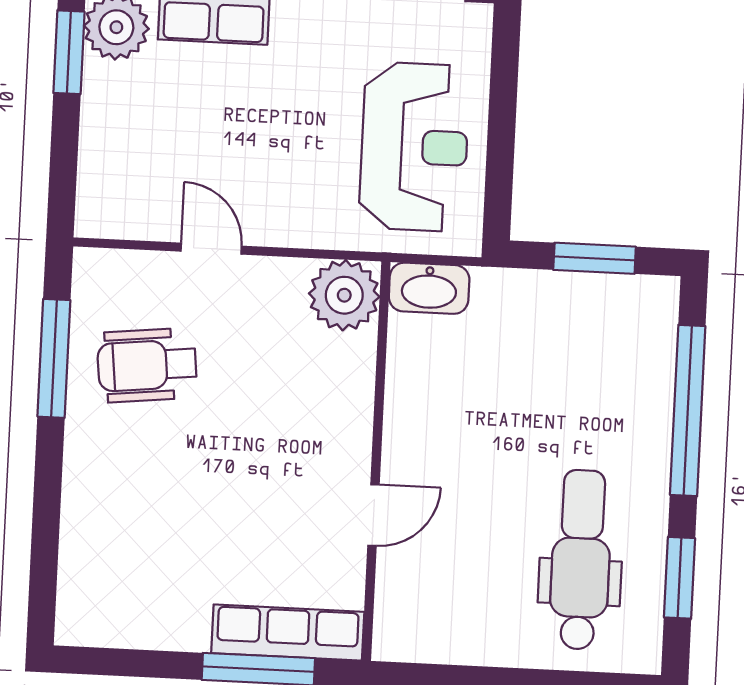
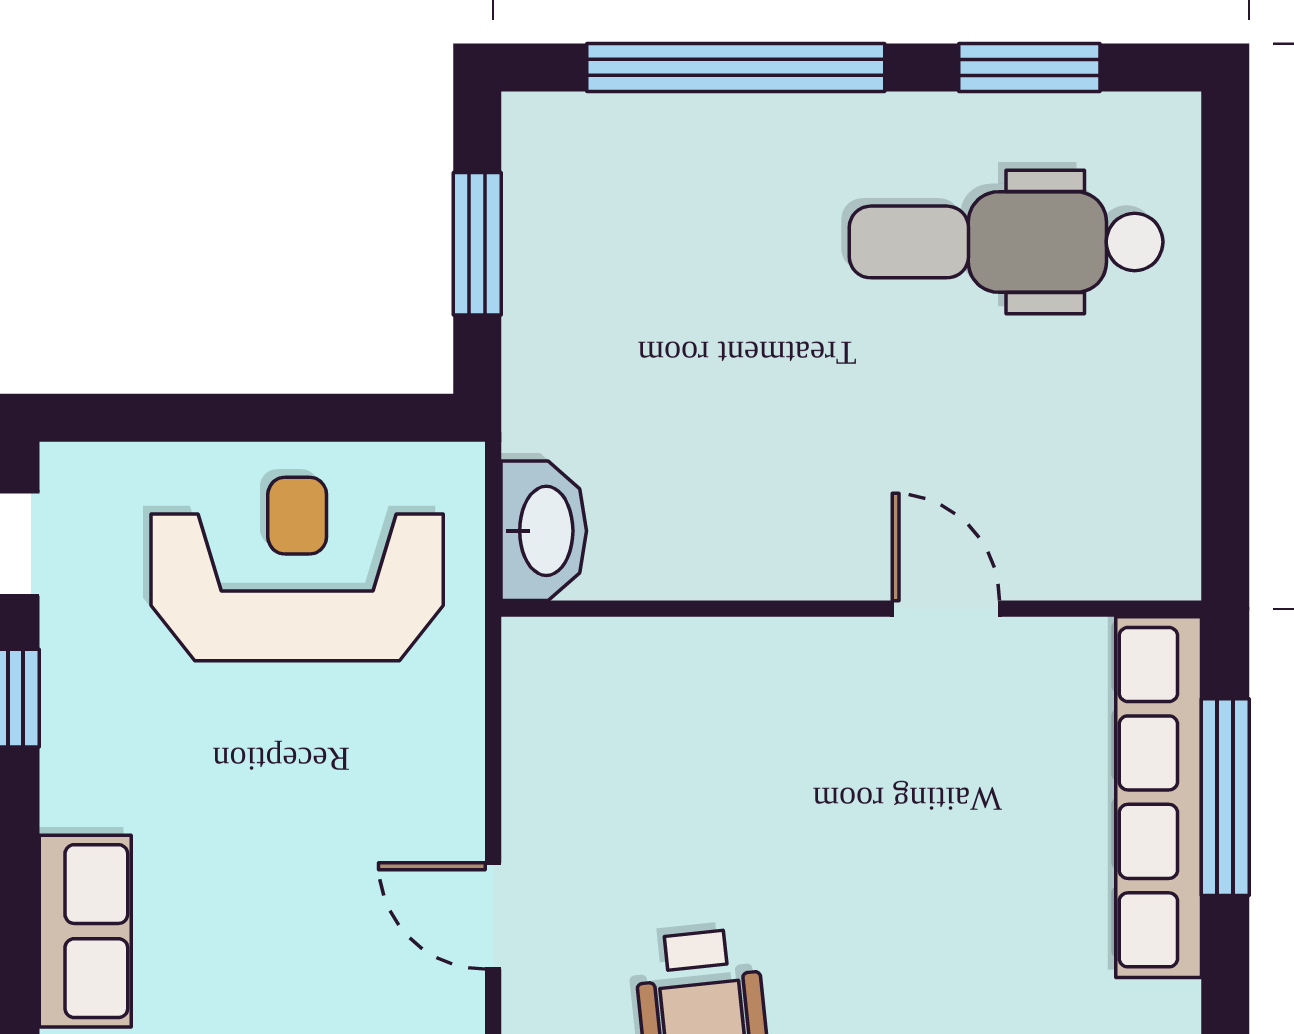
door: (211, 249) -> (493, 916), hinge flipped
plant: (344, 295) -> (563, 679), removed
row of seats: (288, 632) -> (1159, 797), width x1.36

